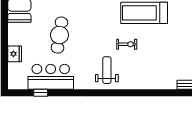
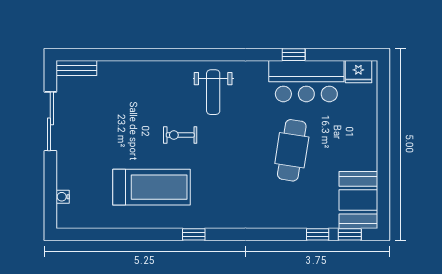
fridge: (15, 54) -> (358, 72), moved, turned -90
window: (41, 93) -> (294, 55), moved

